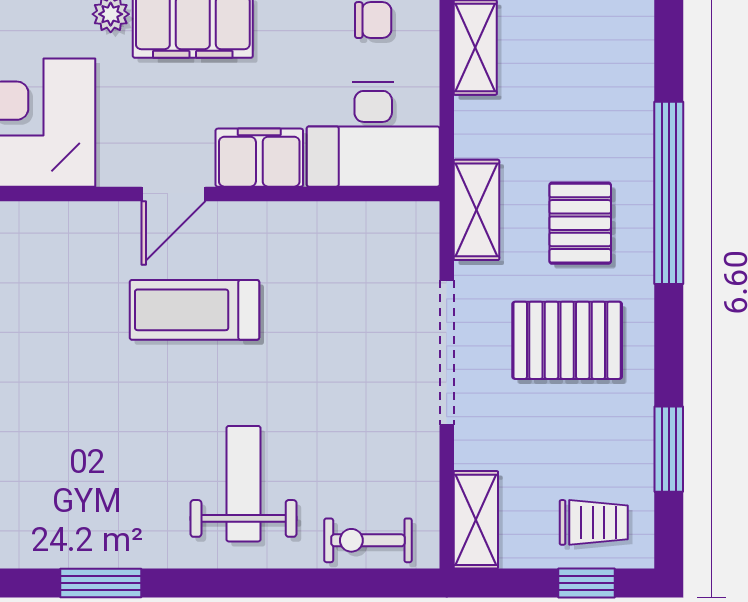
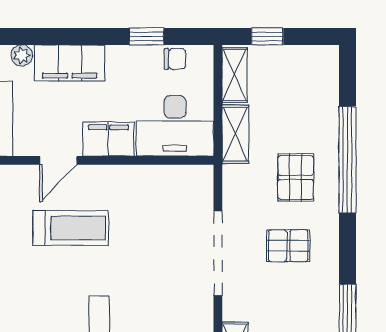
shelving: (477, 210) -> (235, 134), moved
treadmill: (194, 310) -> (71, 228), turned 180
pallet: (567, 340) -> (288, 246), width x0.67, depth x0.71

